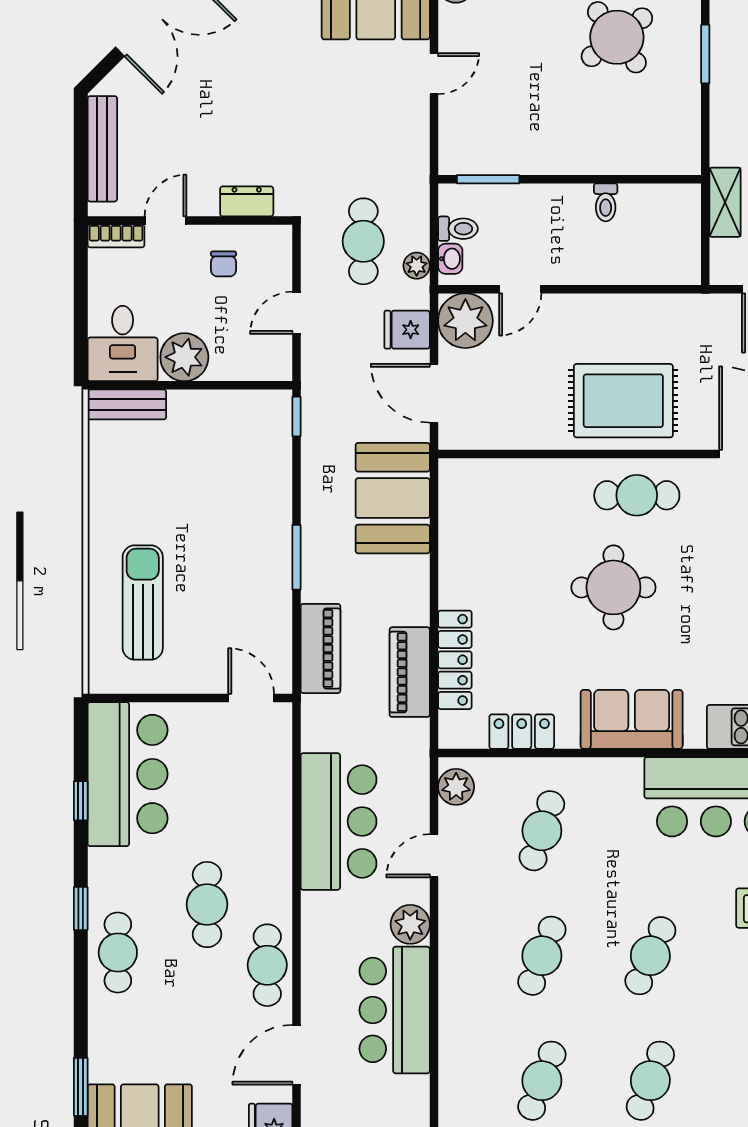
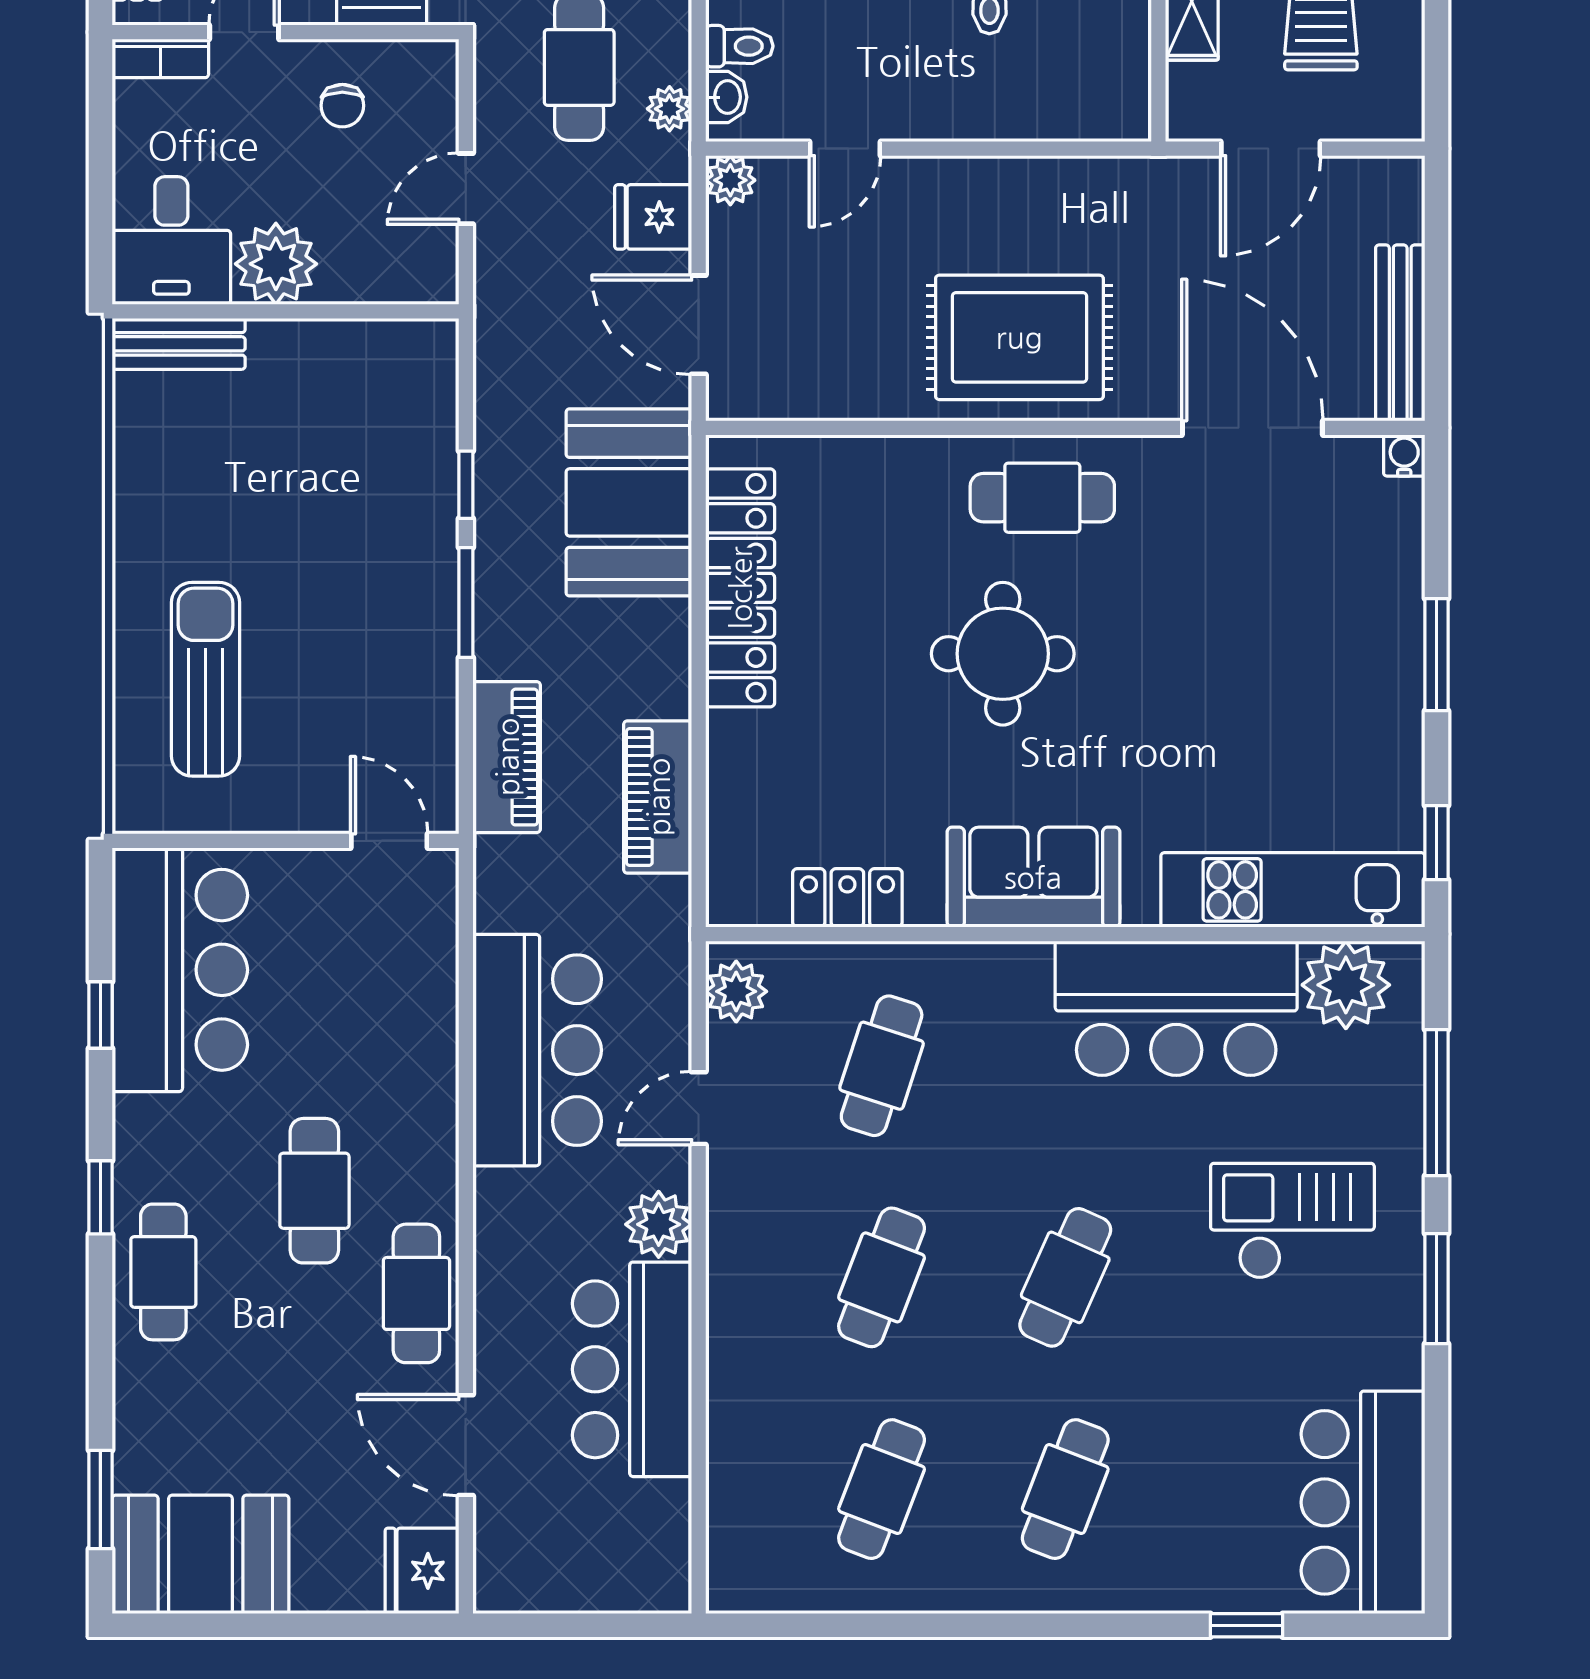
plant: (465, 321) -> (730, 180), width x0.53, depth x0.53
window: (296, 416) -> (466, 485), moved
locker: (455, 660) -> (740, 588), moved, width x1.41, depth x1.21
door: (296, 1055) -> (466, 1445), hinge flipped

